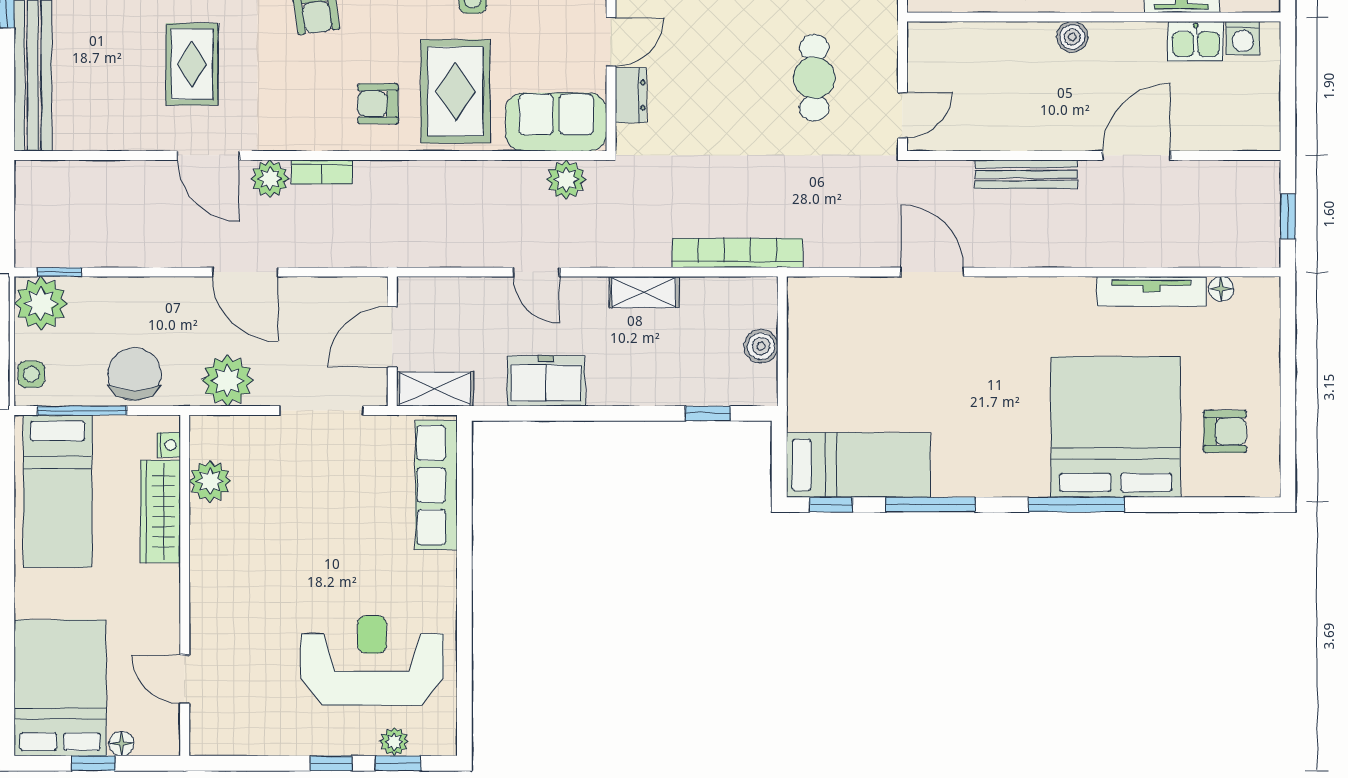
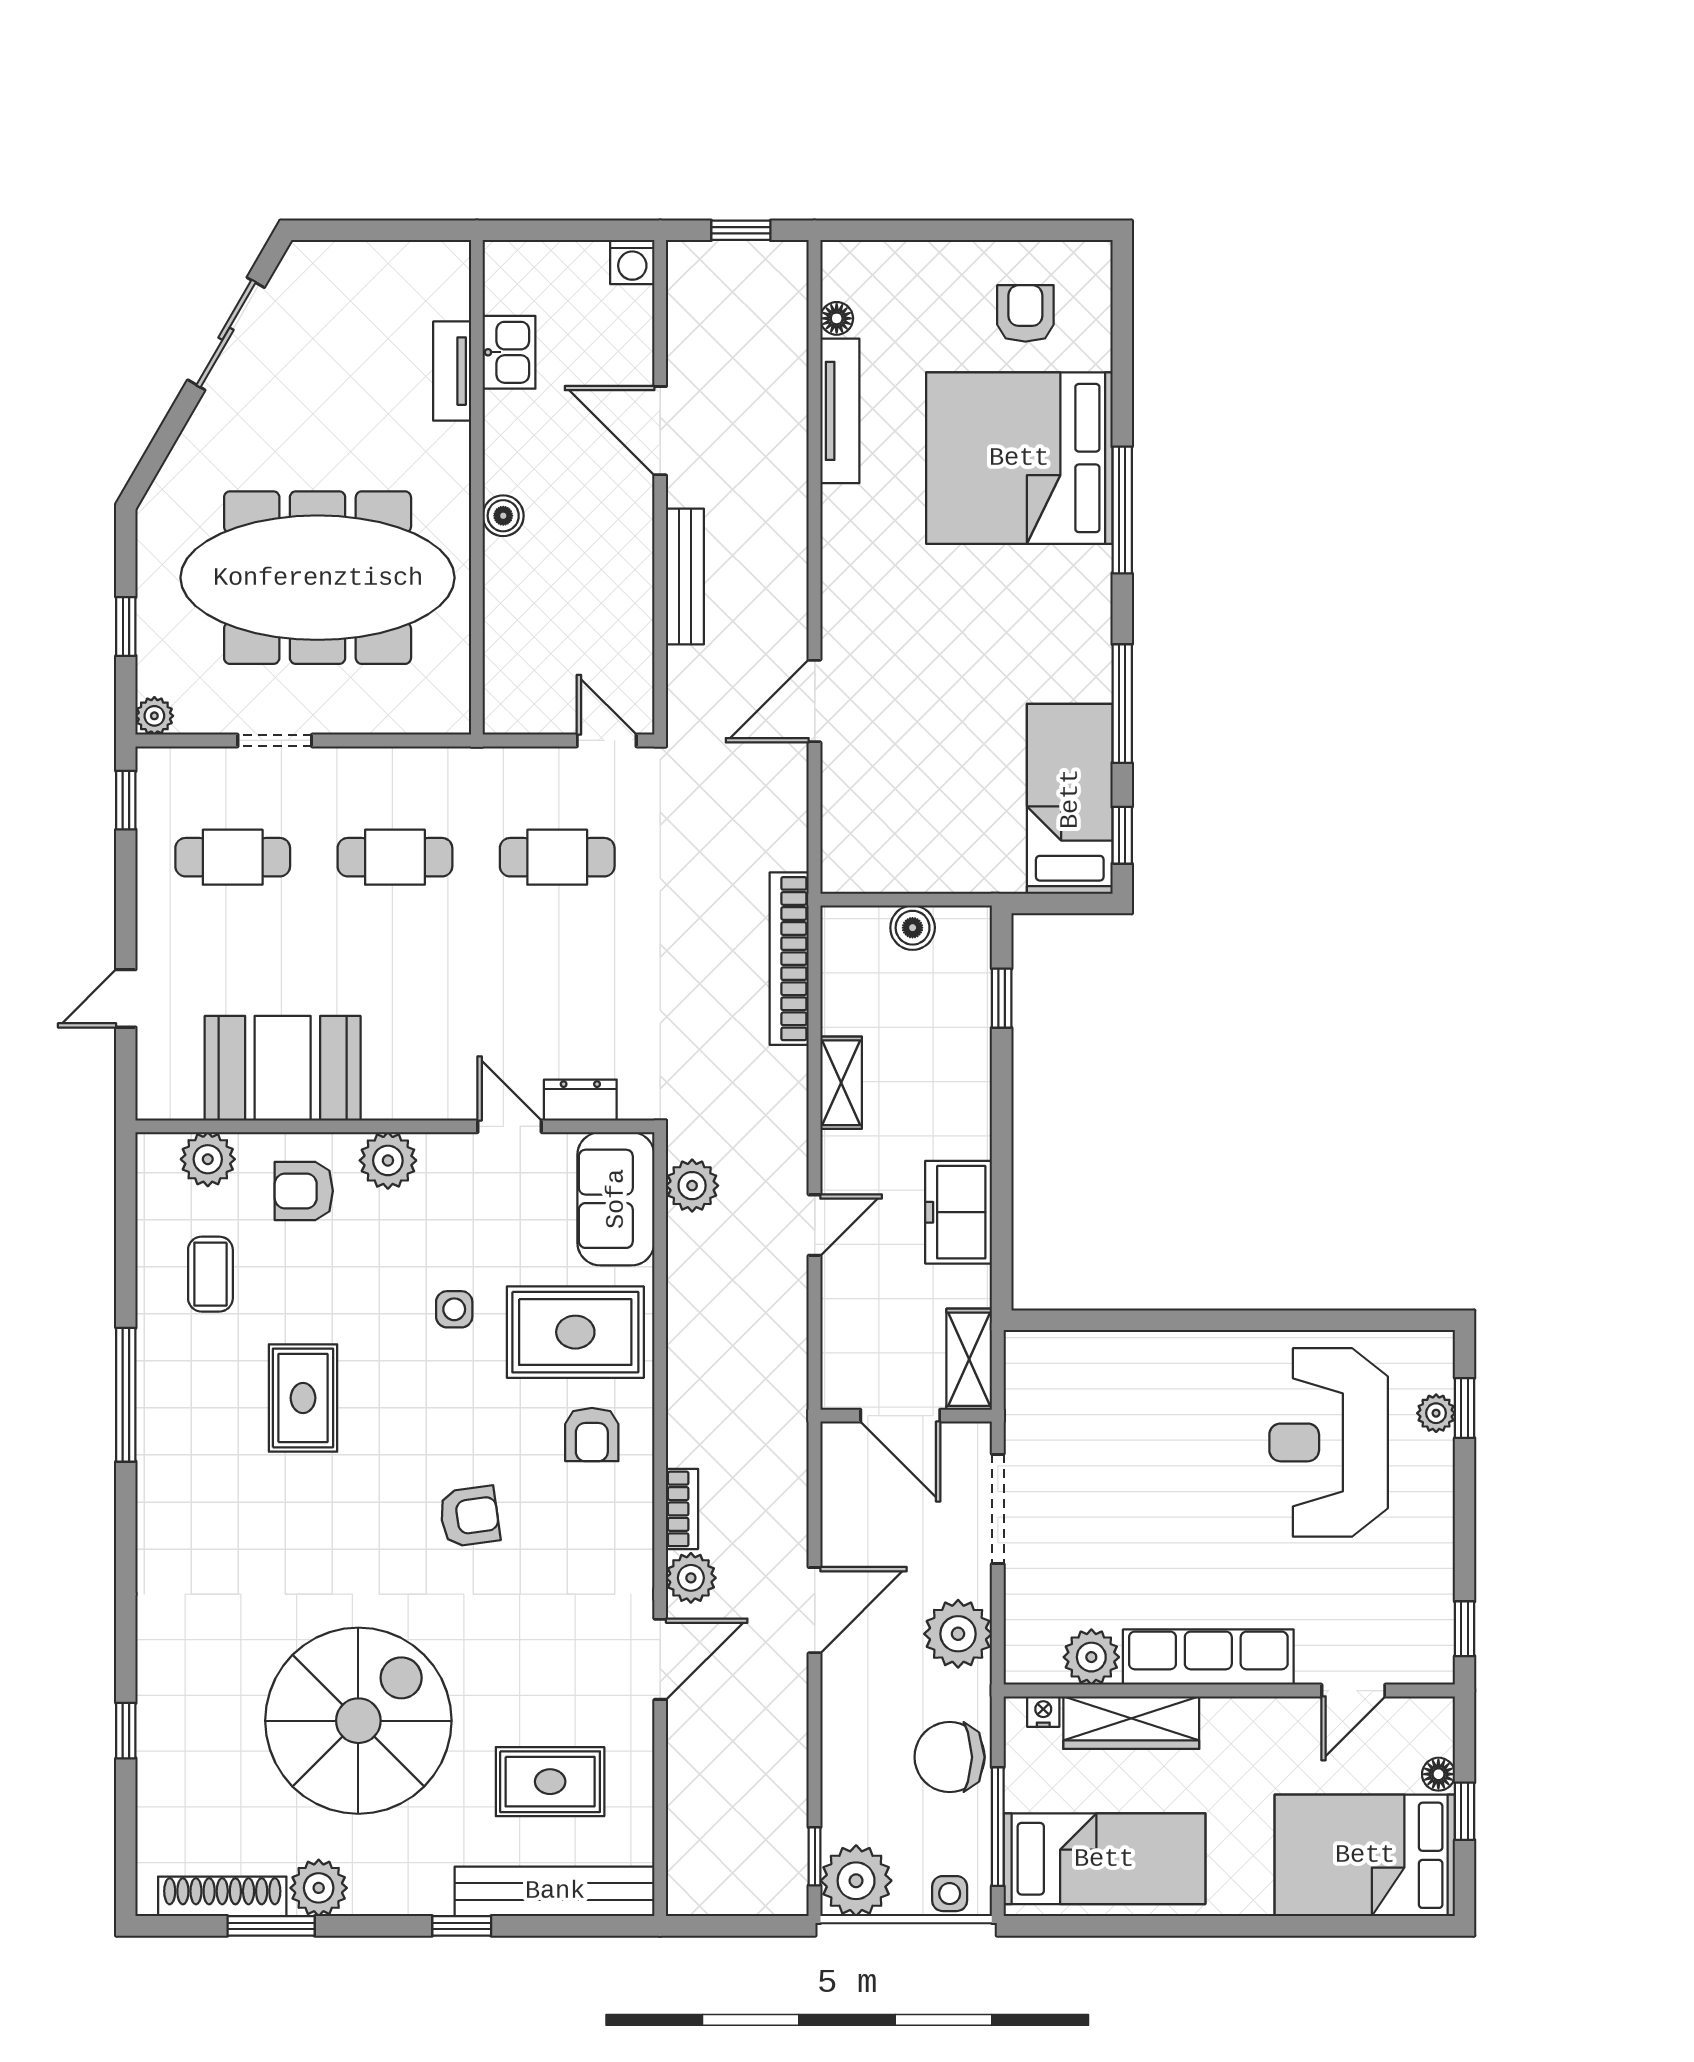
washing machine: (1243, 38) -> (632, 262), moved, turned 90
rug: (192, 64) -> (550, 1782), moved
row of seats: (436, 485) -> (1208, 1657), moved, turned 180
window: (331, 763) -> (1465, 1629), moved

